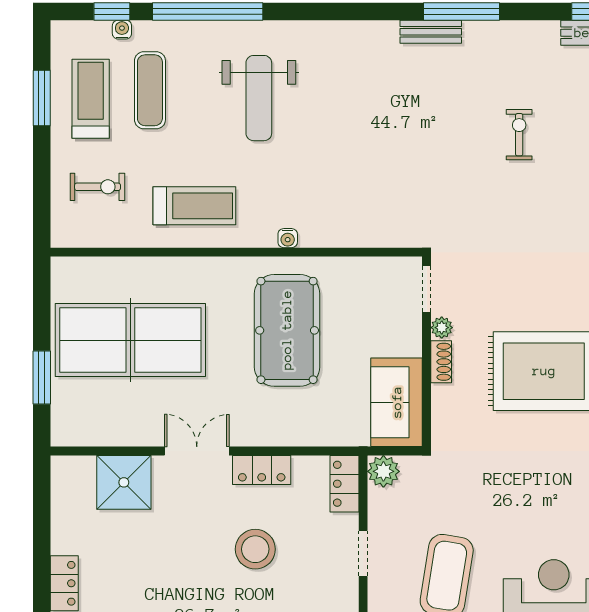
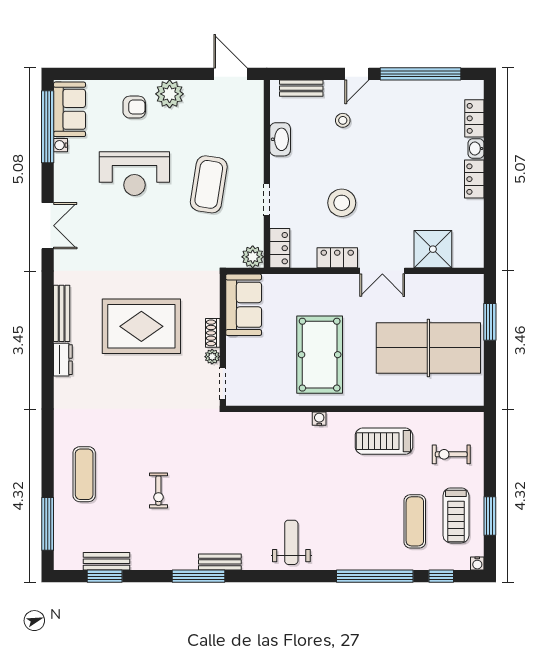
water cooler: (122, 30) -> (477, 563), moved
weight bench: (259, 98) -> (291, 542), moved, width x0.73, depth x0.75

